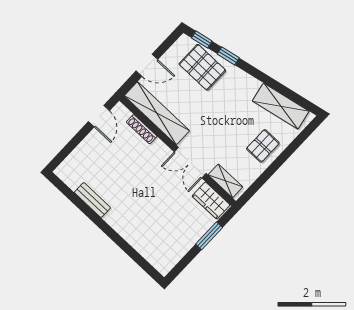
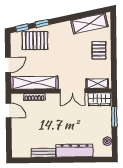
dresser: (129, 231) -> (75, 151), added
plant: (175, 255) -> (107, 141), added

